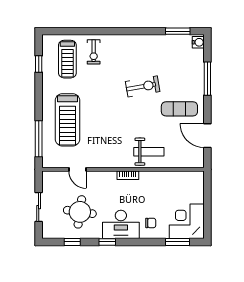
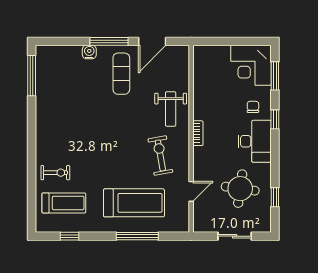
window: (178, 31) -> (32, 76), width x1.44
water cooler: (198, 42) -> (89, 52), moved
window: (207, 79) -> (109, 41), moved
exercise bike: (143, 86) -> (160, 155), moved
window: (39, 139) -> (137, 236), moved
weight bench: (149, 152) -> (171, 109), turned 180
window: (107, 242) -> (275, 119), moved

